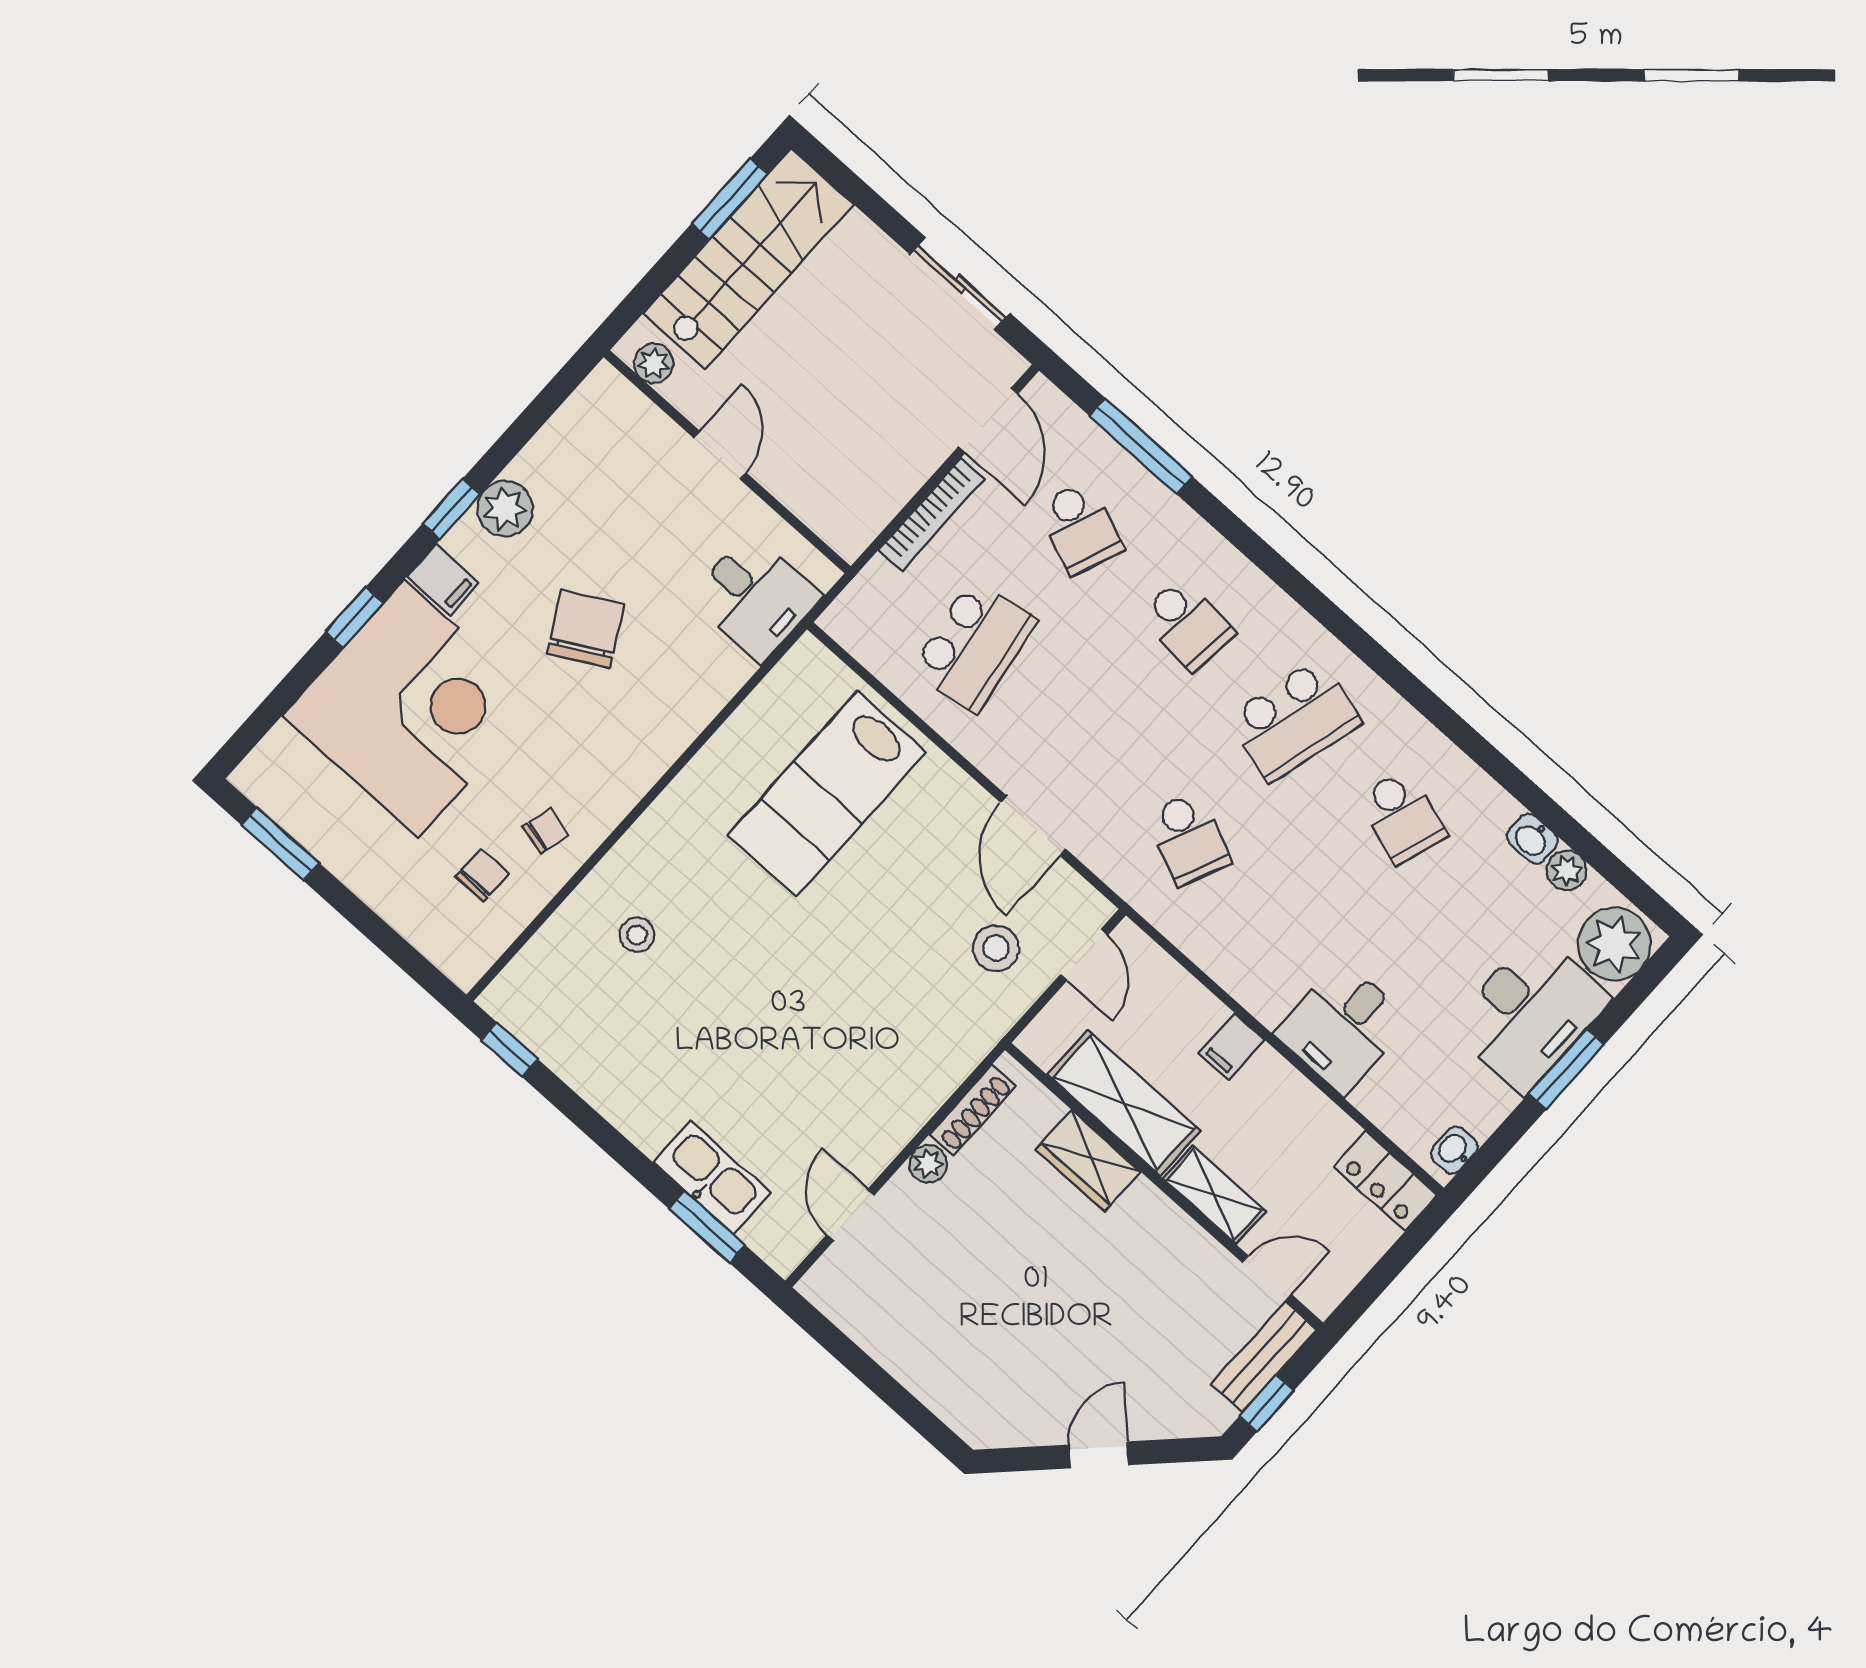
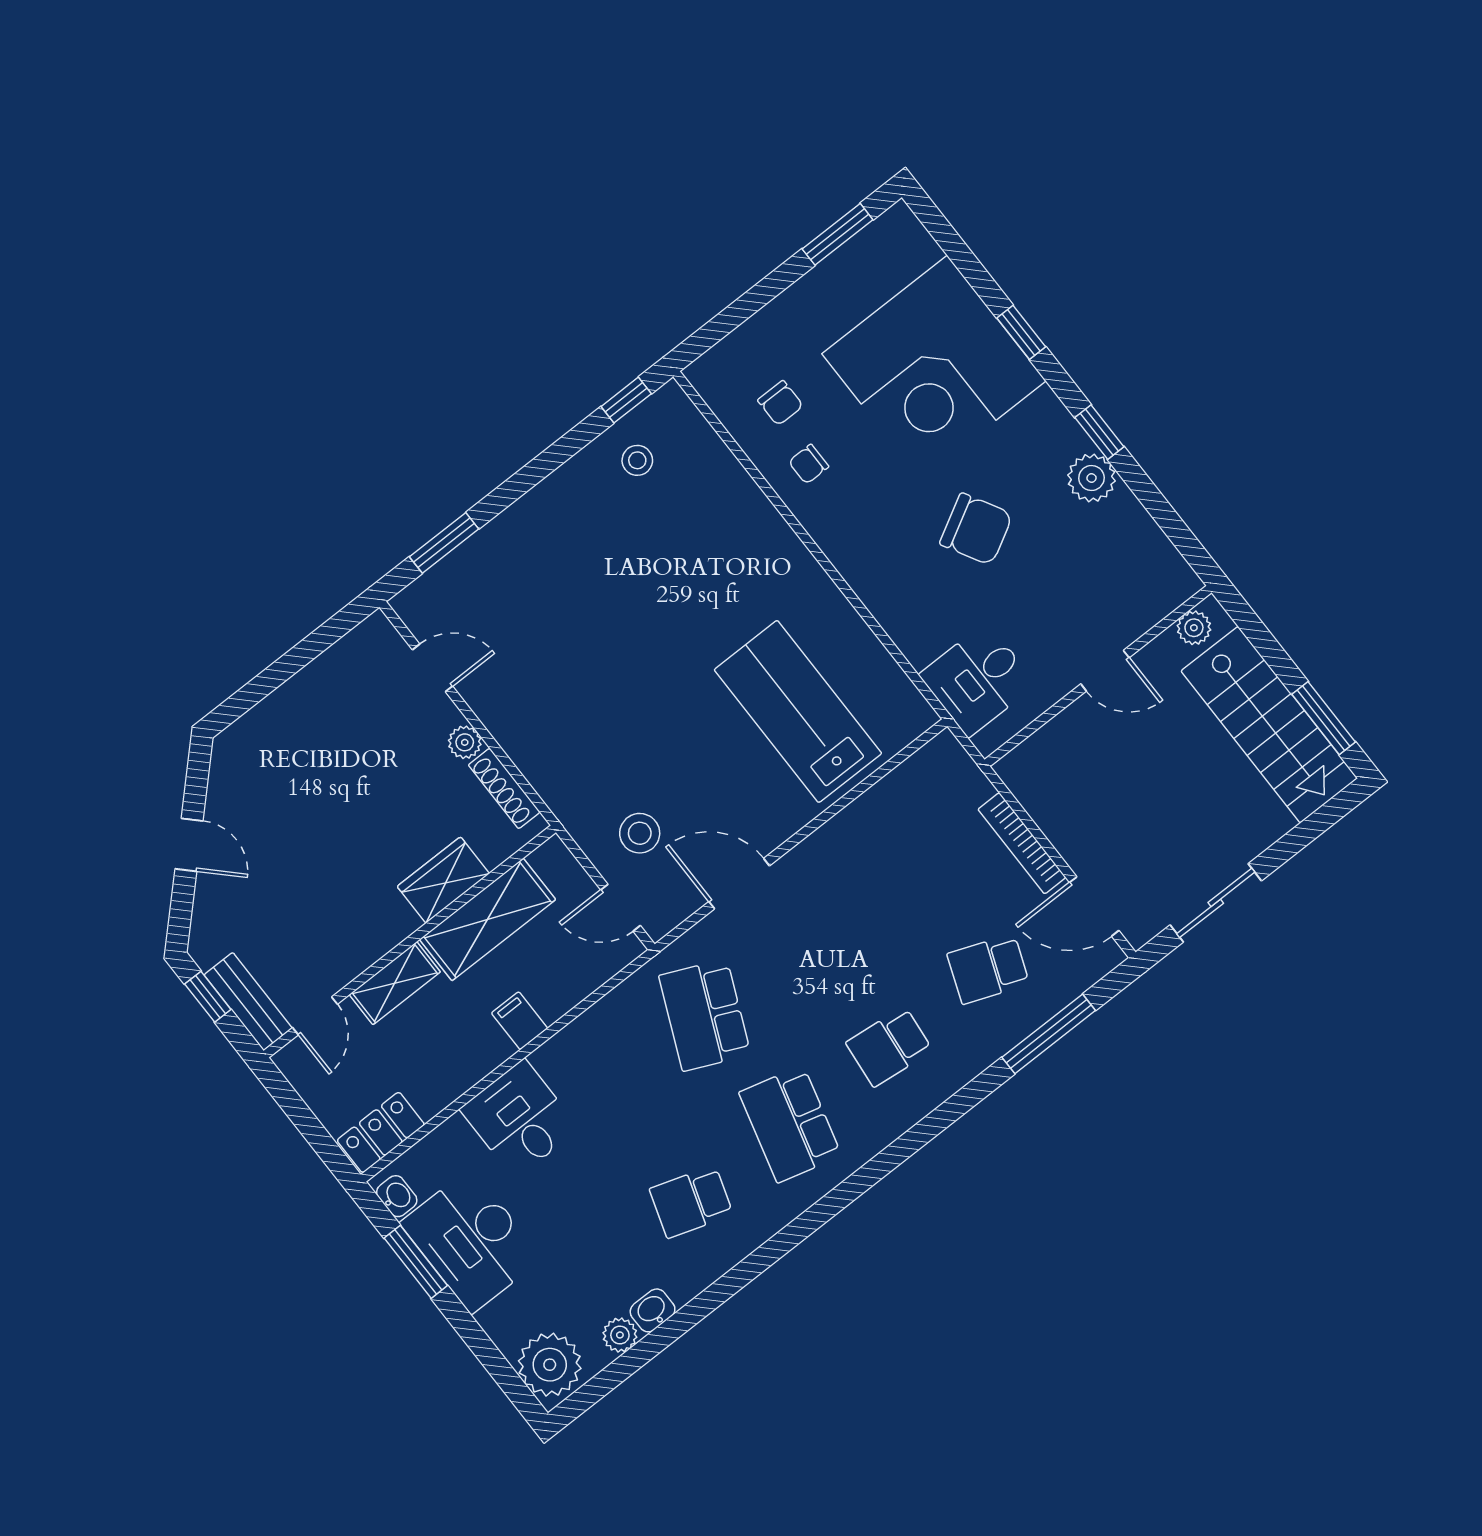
filing cabinet: (443, 580) -> (1040, 414), removed
school desk: (974, 646) -> (903, 860), removed
chair: (546, 831) -> (809, 464), turned 75
school desk: (1188, 838) -> (705, 1015), width x1.85
stool: (637, 935) -> (637, 460), moved
desk: (1530, 1013) -> (471, 1241), moved
window: (1566, 1069) -> (416, 1262), moved
kitchen sink: (712, 1177) -> (486, 555), removed

